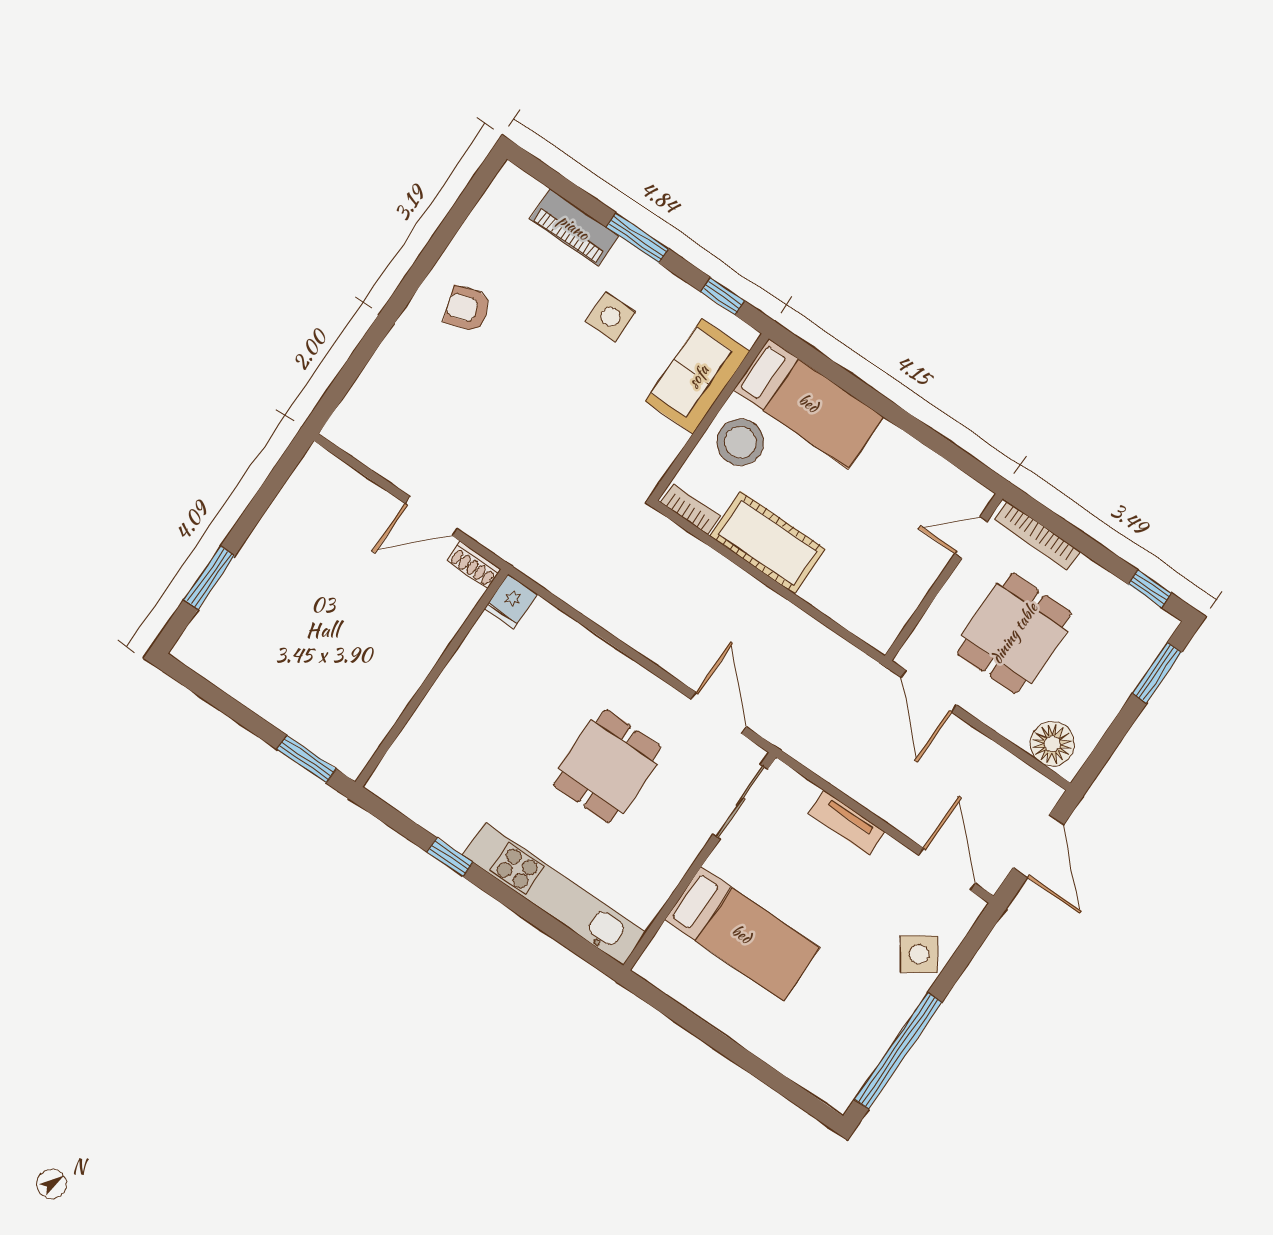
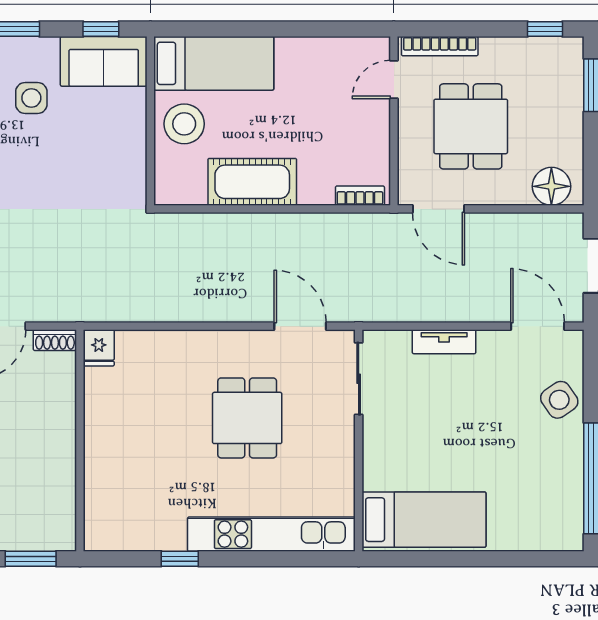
sofa: (698, 376) -> (104, 61), moved, turned -90
bookcase: (690, 509) -> (360, 196), moved
bed: (742, 934) -> (424, 520), moved

